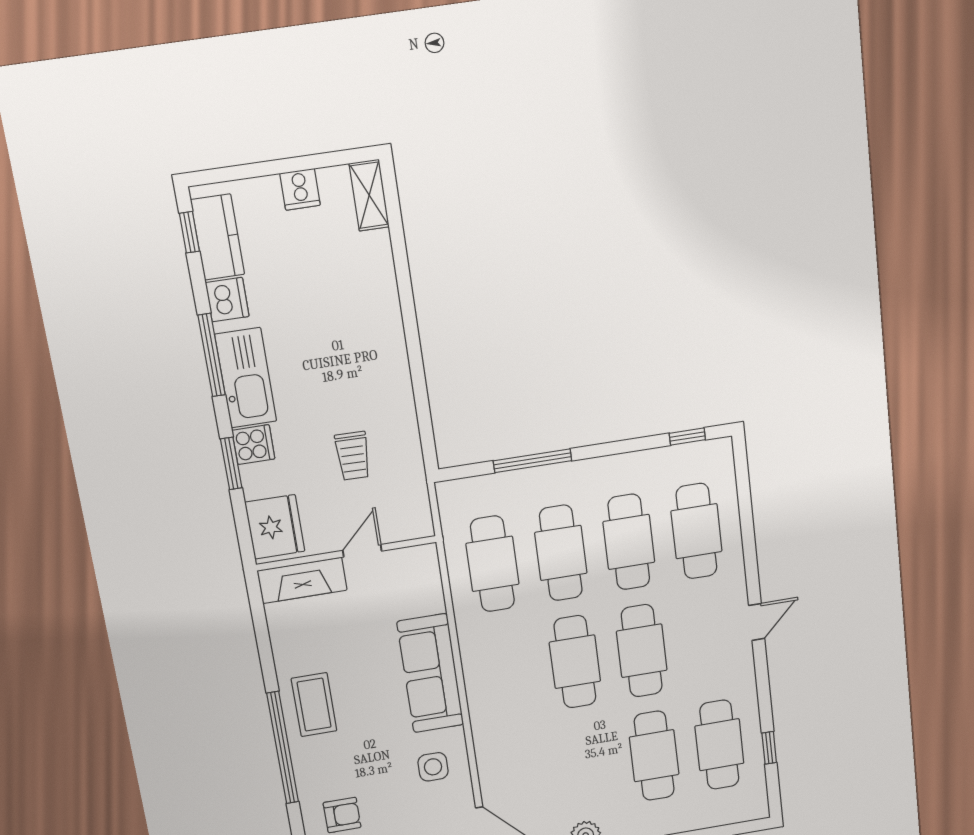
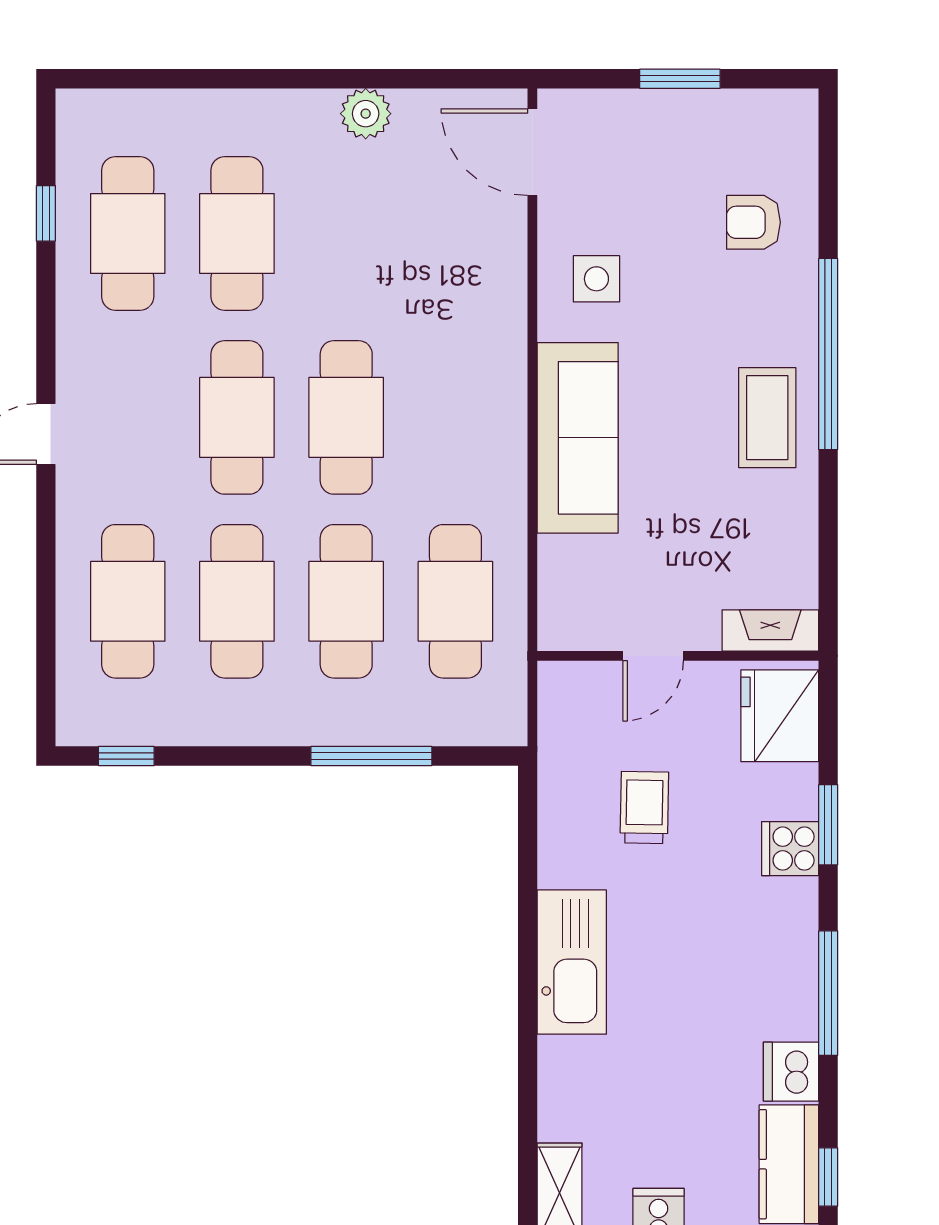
kitchen sink: (246, 378) -> (572, 962), moved, turned 180
fireplace: (302, 580) -> (770, 630), width x0.73, depth x0.76

